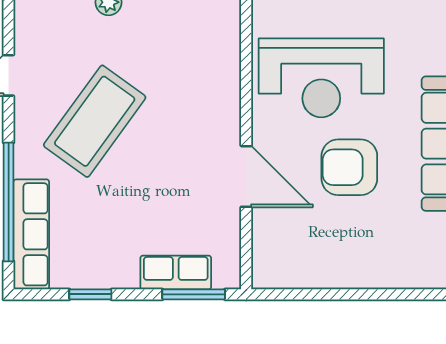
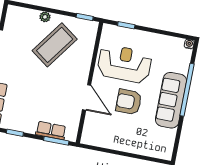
reception desk: (321, 78) -> (124, 64), turned 180
coffee table: (95, 121) -> (55, 45), moved

